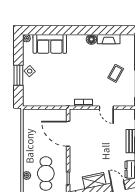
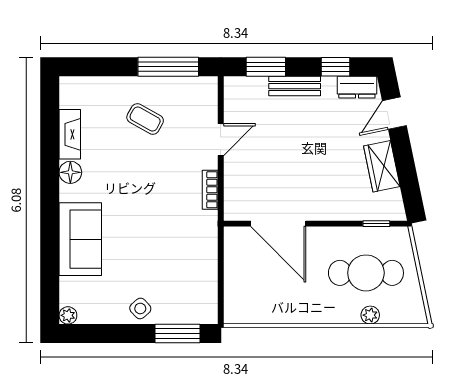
sofa: (50, 44) -> (80, 239), moved
window: (18, 75) -> (177, 334), moved
door: (68, 134) -> (278, 224), hinge flipped

